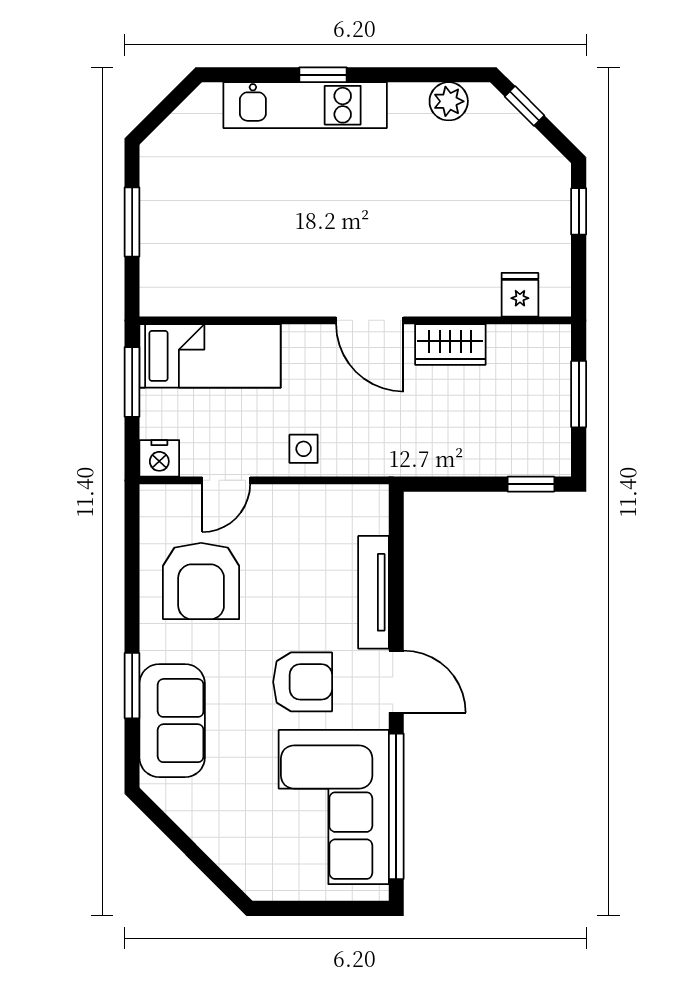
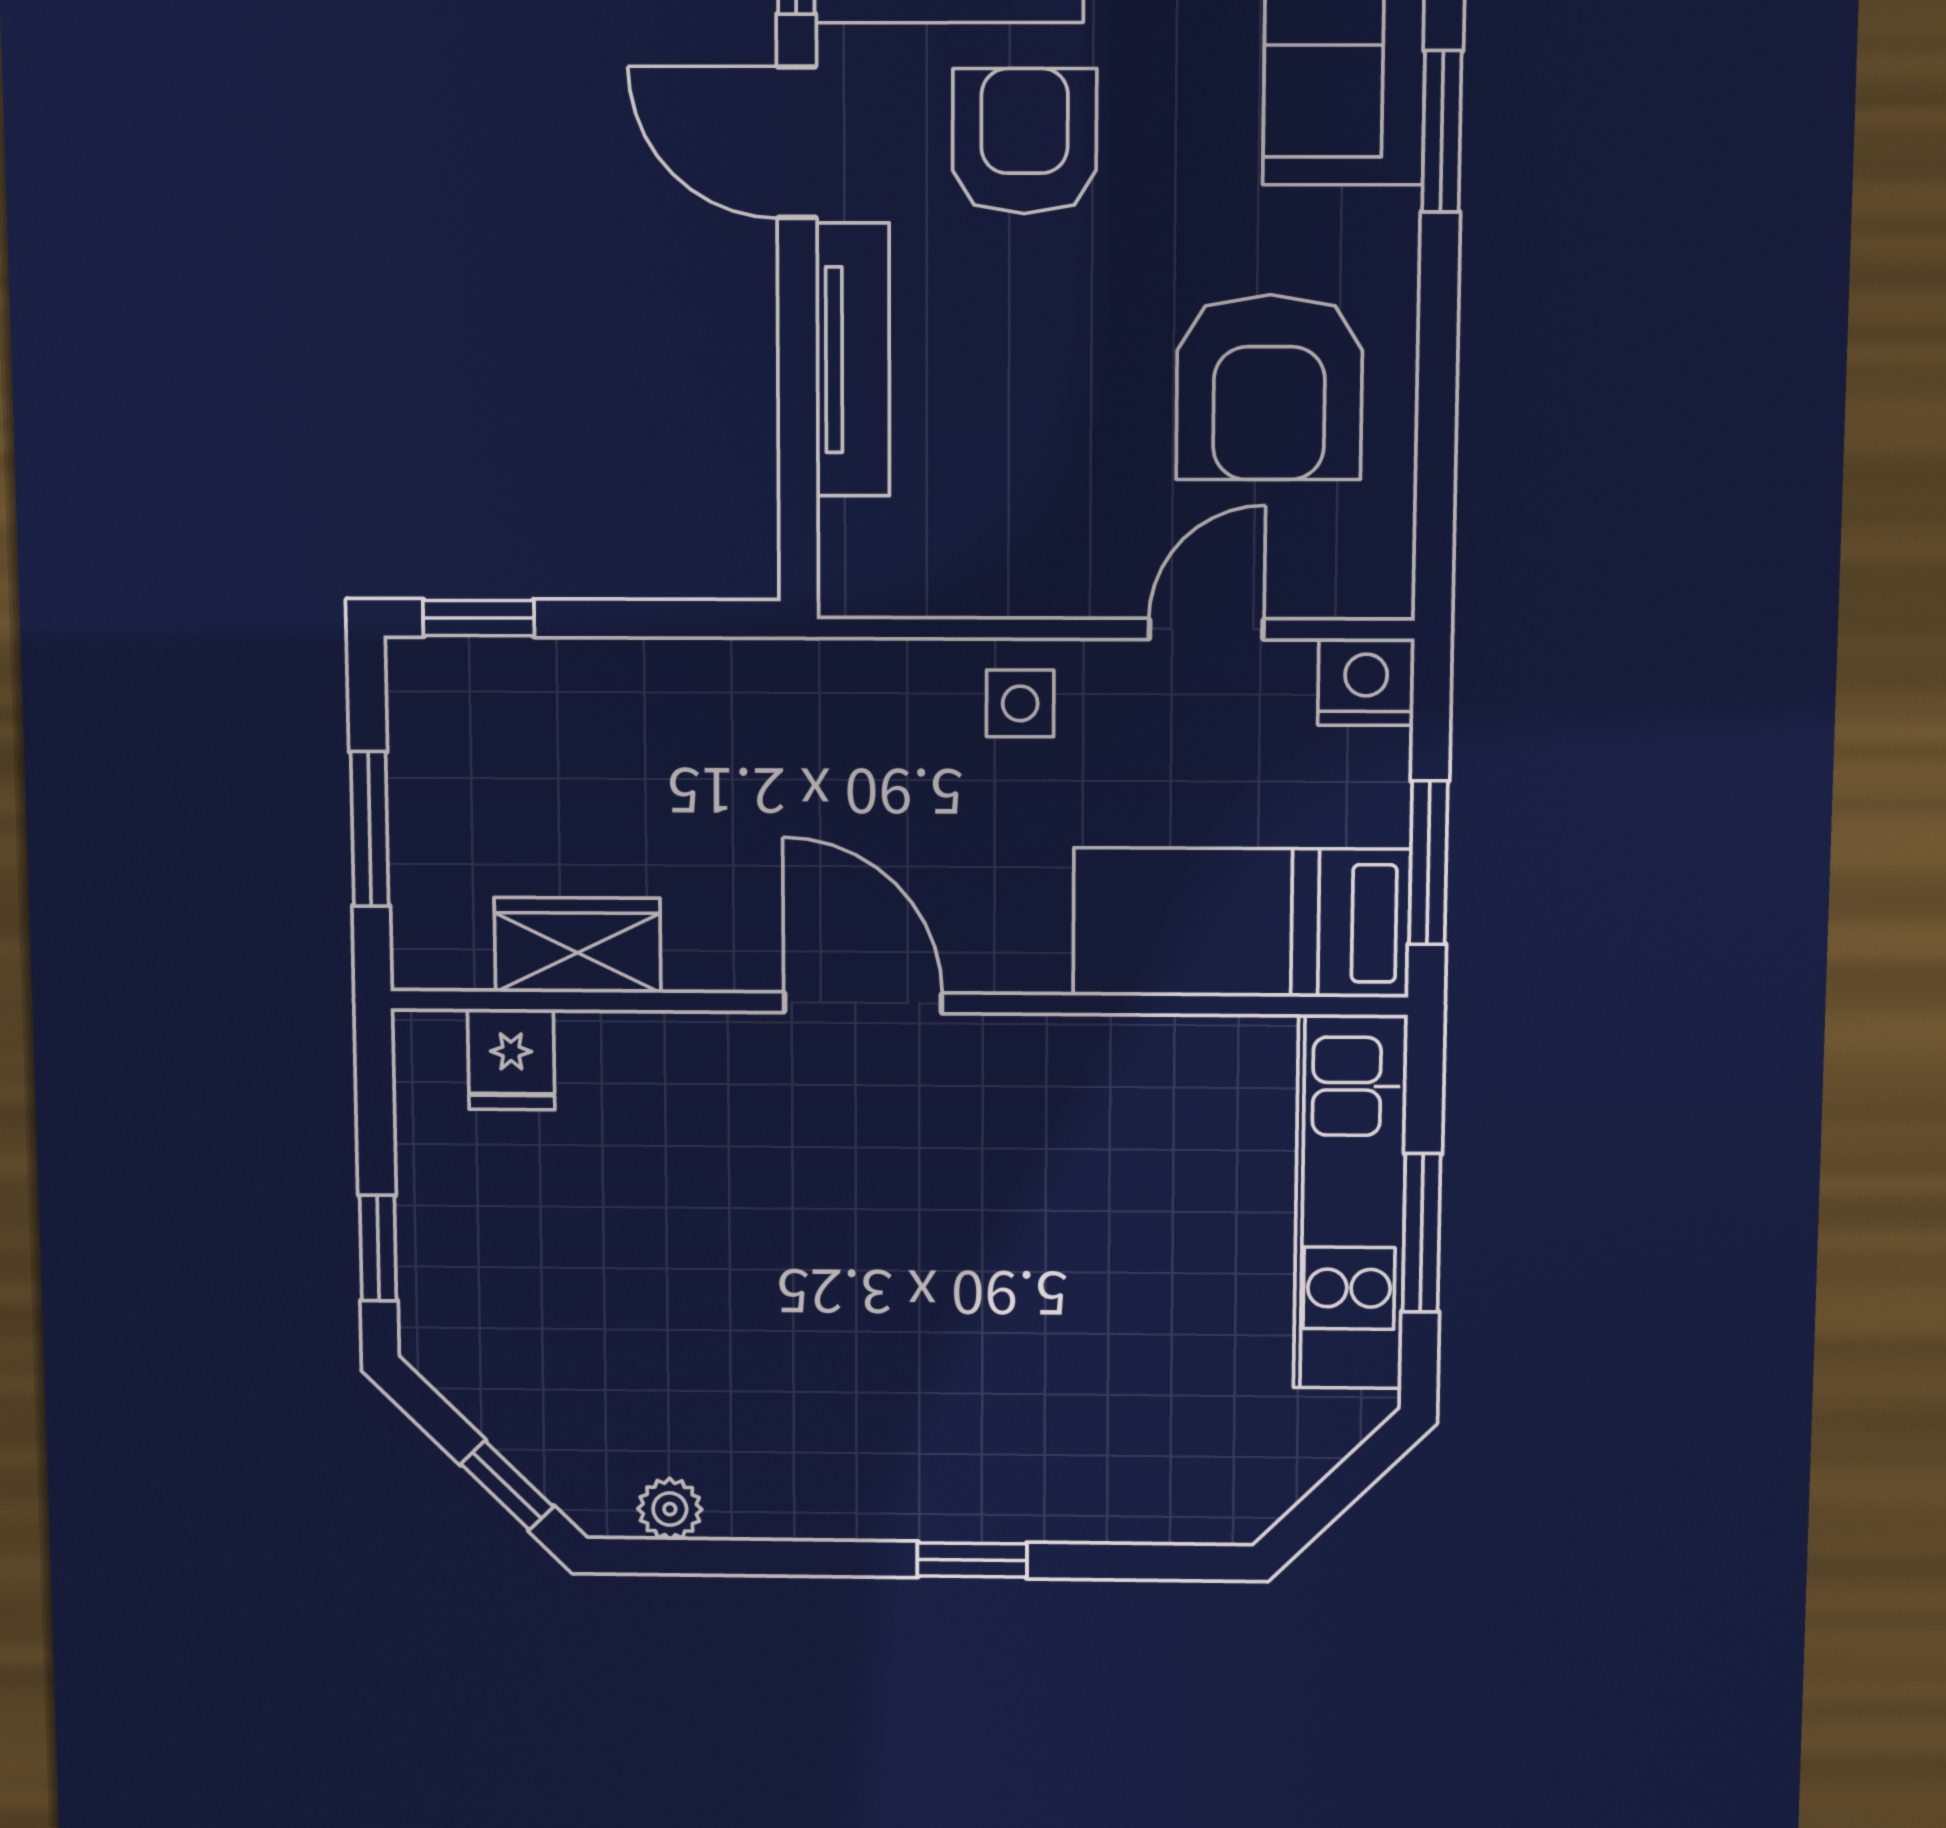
plant: (449, 101) -> (670, 1509), width x0.73, depth x0.73
kitchen unit: (305, 105) -> (1350, 1203), moved, turned -90
wardrobe: (450, 345) -> (578, 945), moved
armchair: (201, 581) -> (1269, 387), turned 180
armchair: (303, 682) -> (1024, 141), turned 90

